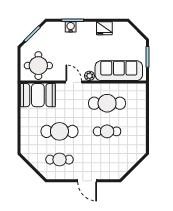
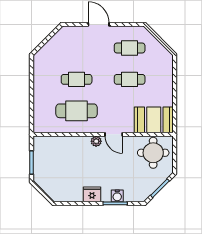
fridge: (104, 28) -> (92, 194), moved
sofa: (119, 71) -> (63, 147), removed
cafe table: (59, 131) -> (130, 79), width x0.73, depth x0.74

